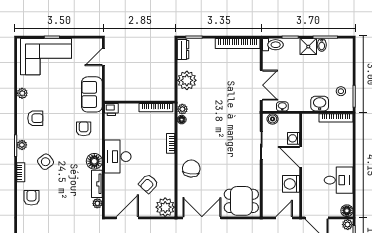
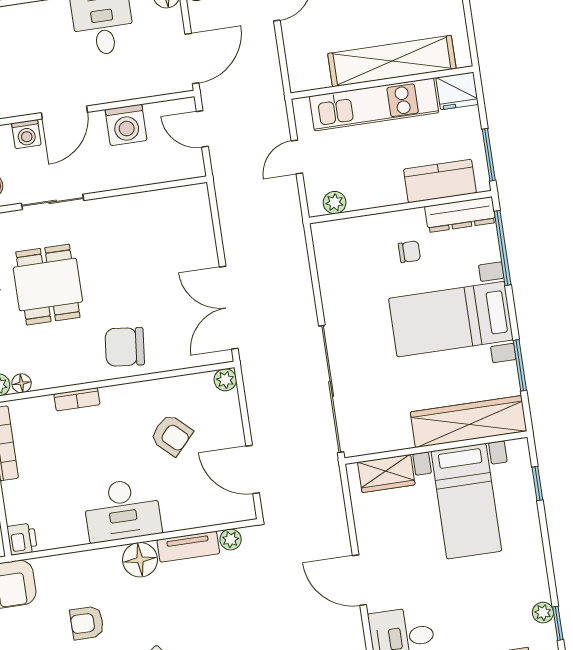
armchair: (84, 129) -> (87, 623), moved
dining table: (241, 201) -> (48, 285), moved
plant: (165, 207) -> (225, 380), width x0.53, depth x0.53

